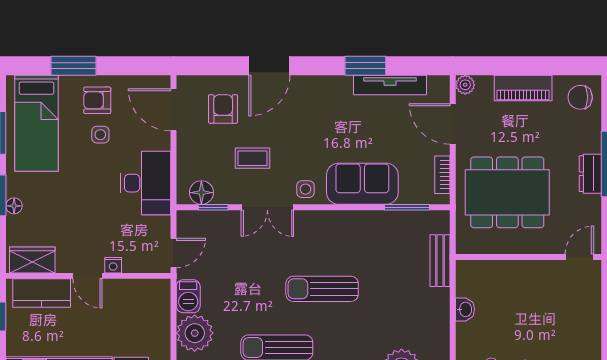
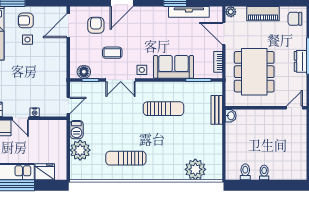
door: (174, 110) -> (68, 26), hinge flipped
desk: (146, 183) -> (53, 67), removed
dining table: (507, 192) -> (254, 72), turned 90
sun lounger: (322, 289) -> (164, 109), moved, turned 180
washbasin: (465, 309) -> (231, 116), moved

